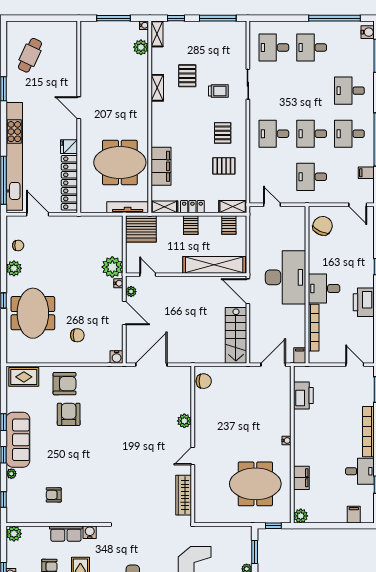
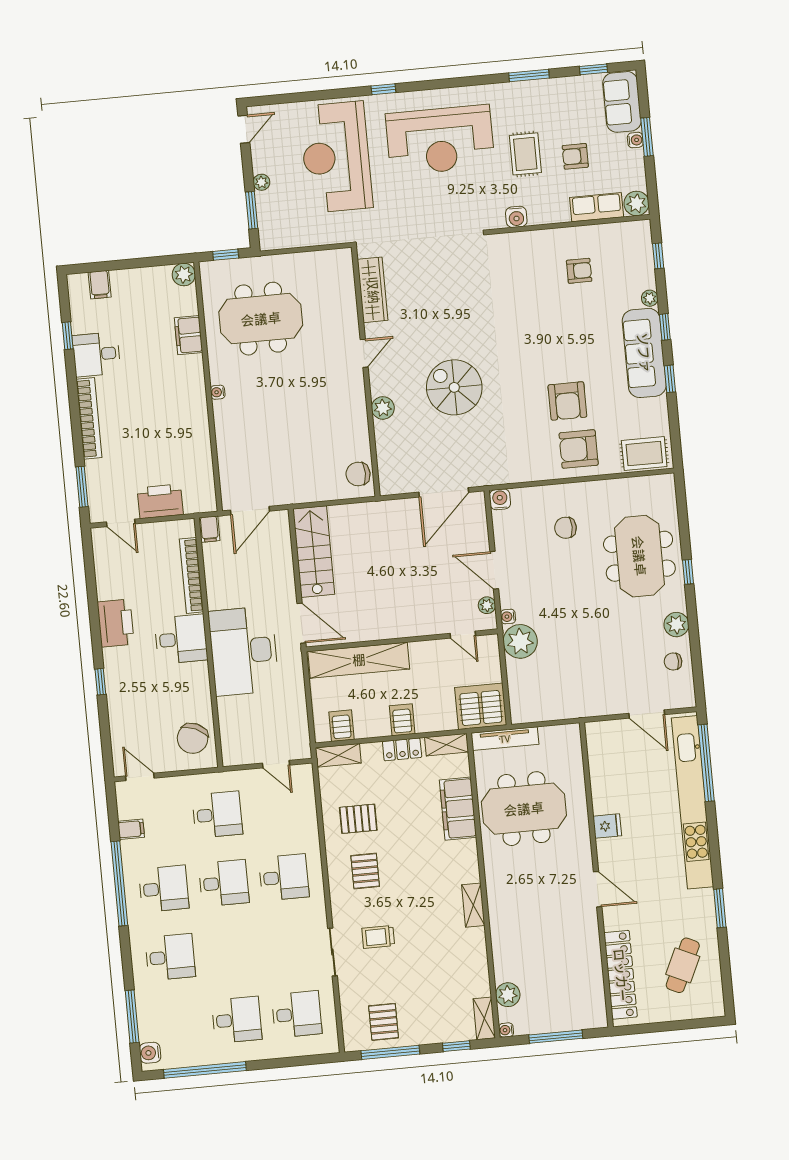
pallet: (187, 76) -> (384, 1022), moved
shelving: (157, 88) -> (473, 905), moved
locker: (69, 183) -> (621, 975), moved
printer: (303, 396) -> (160, 501), moved, turned 90
spiral stairs: (139, 429) -> (454, 387), added
row of seats: (66, 534) -> (597, 207), moved

